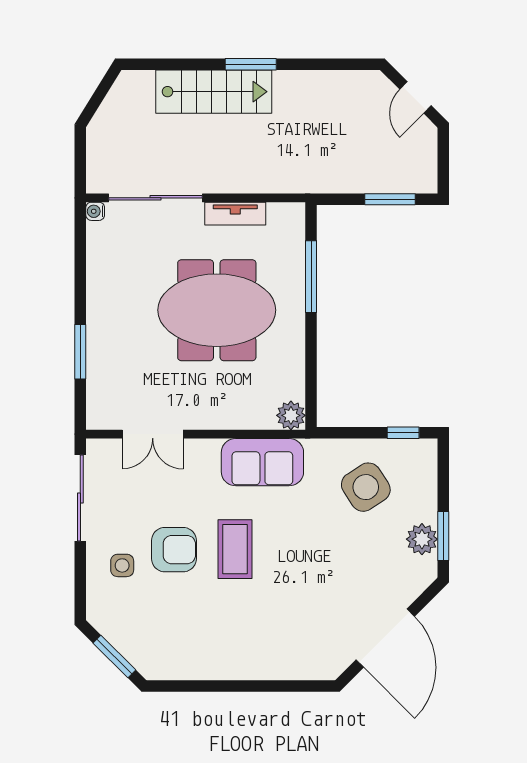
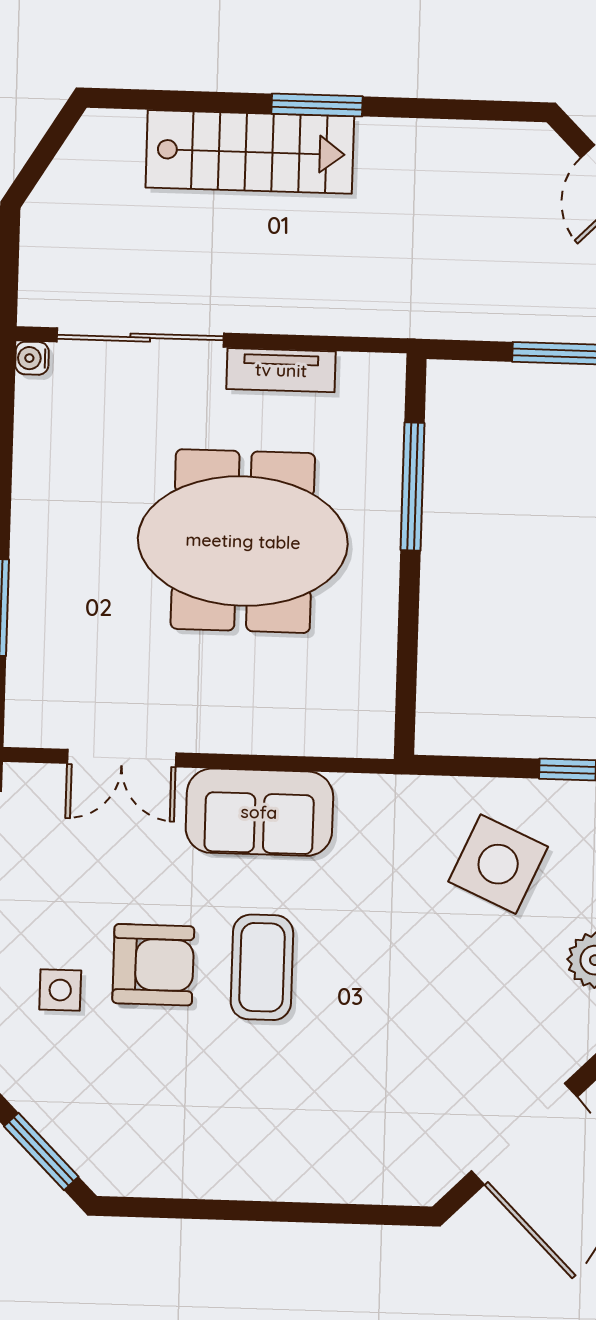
plant: (291, 415) -> (369, 733), removed
sofa: (262, 462) -> (259, 812), moved
side table: (366, 487) -> (498, 864), turned -33

